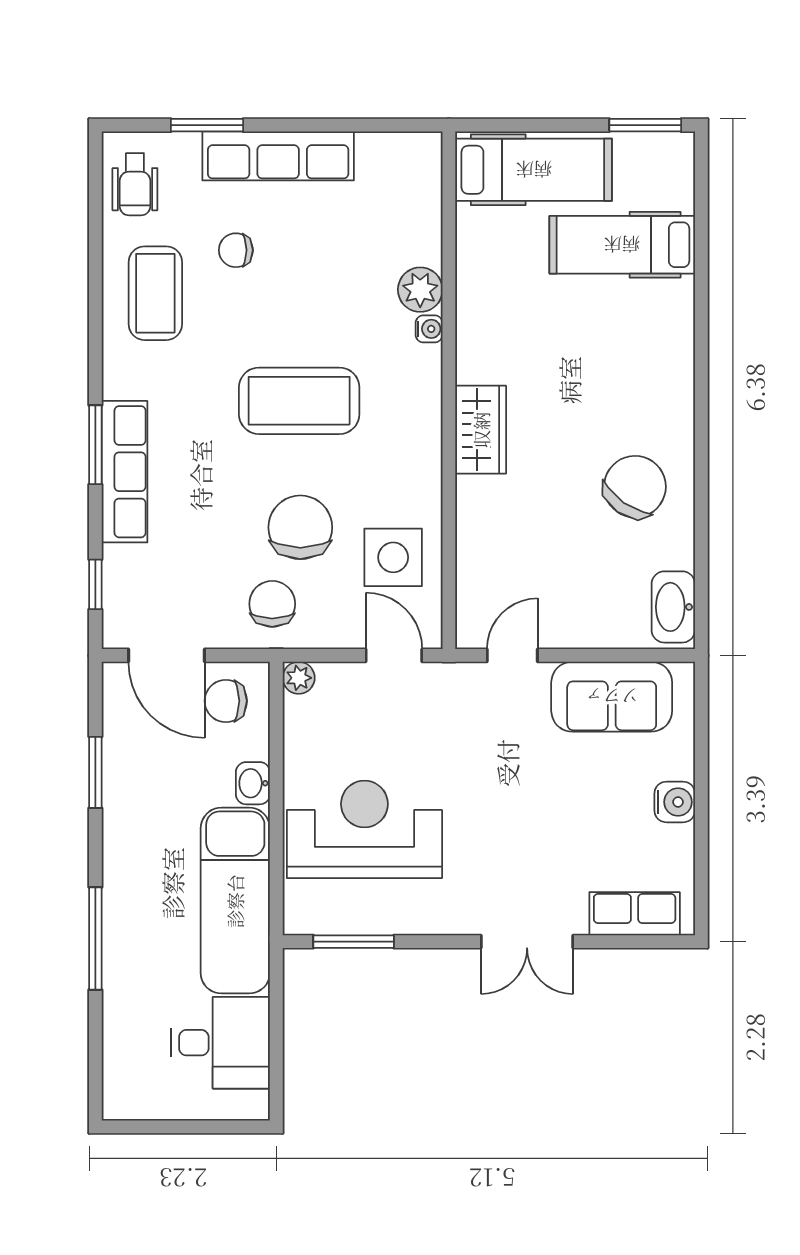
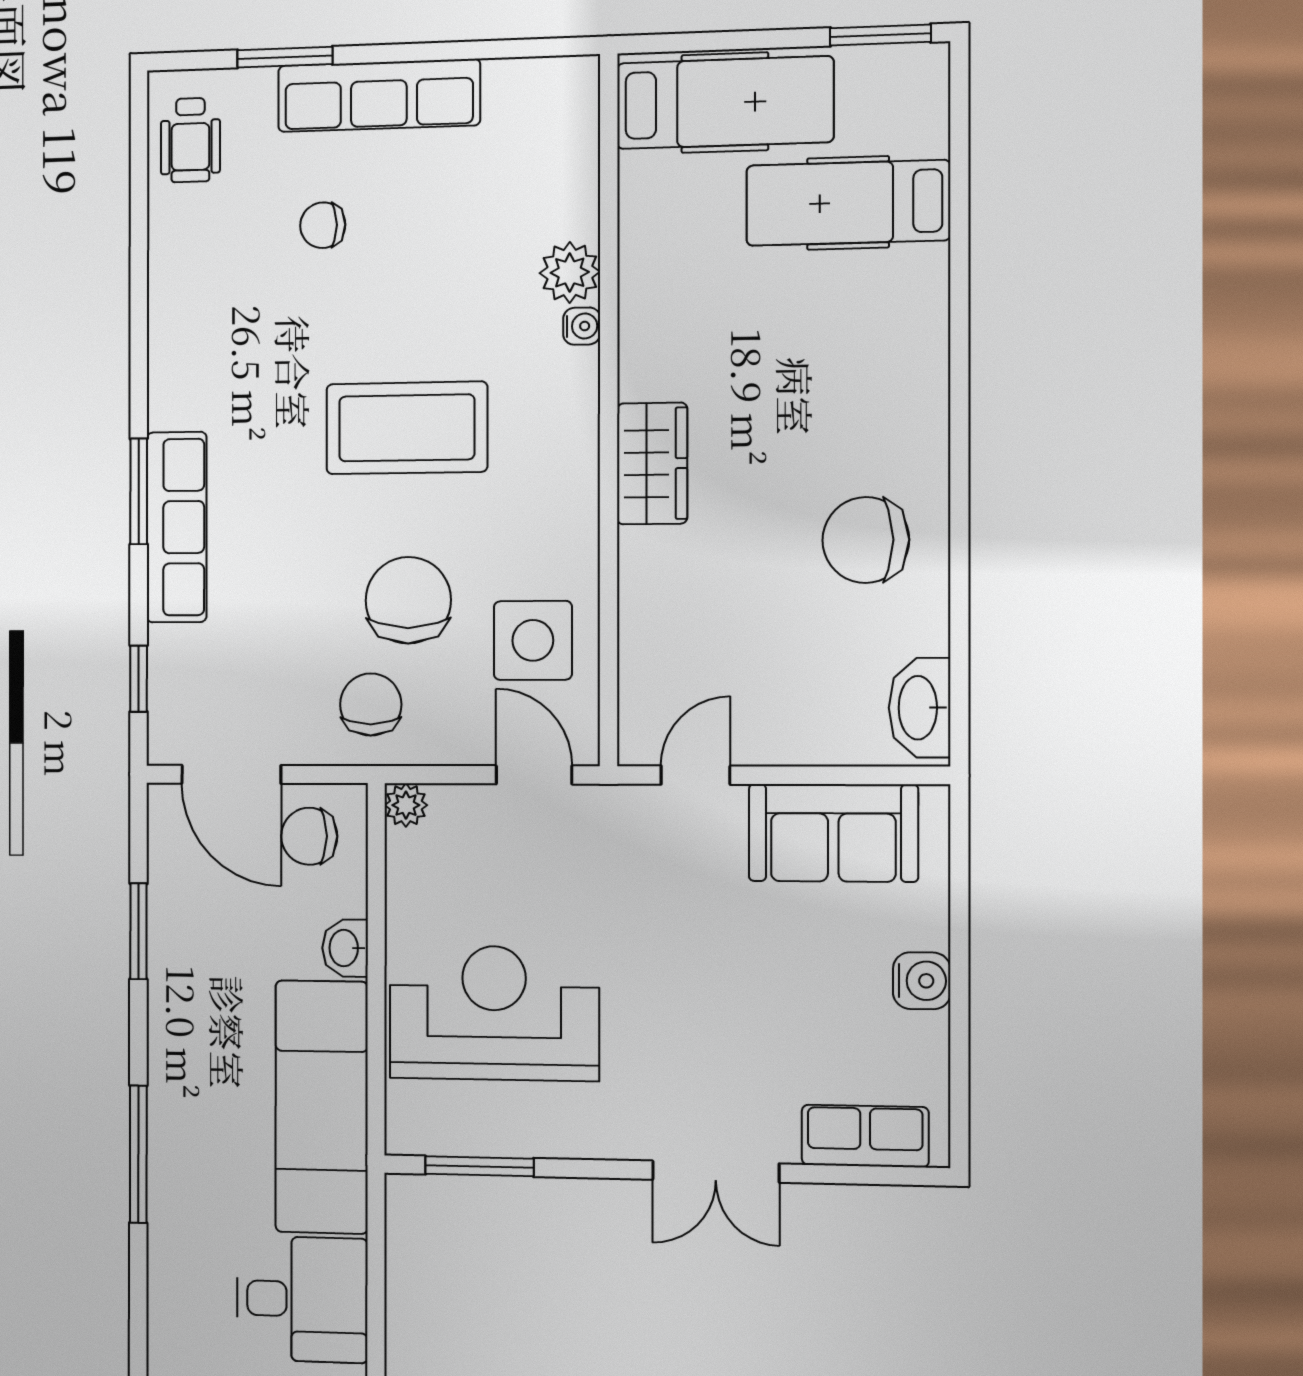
coffee table: (155, 293) -> (217, 286), removed
chair: (635, 487) -> (866, 540), turned -125

